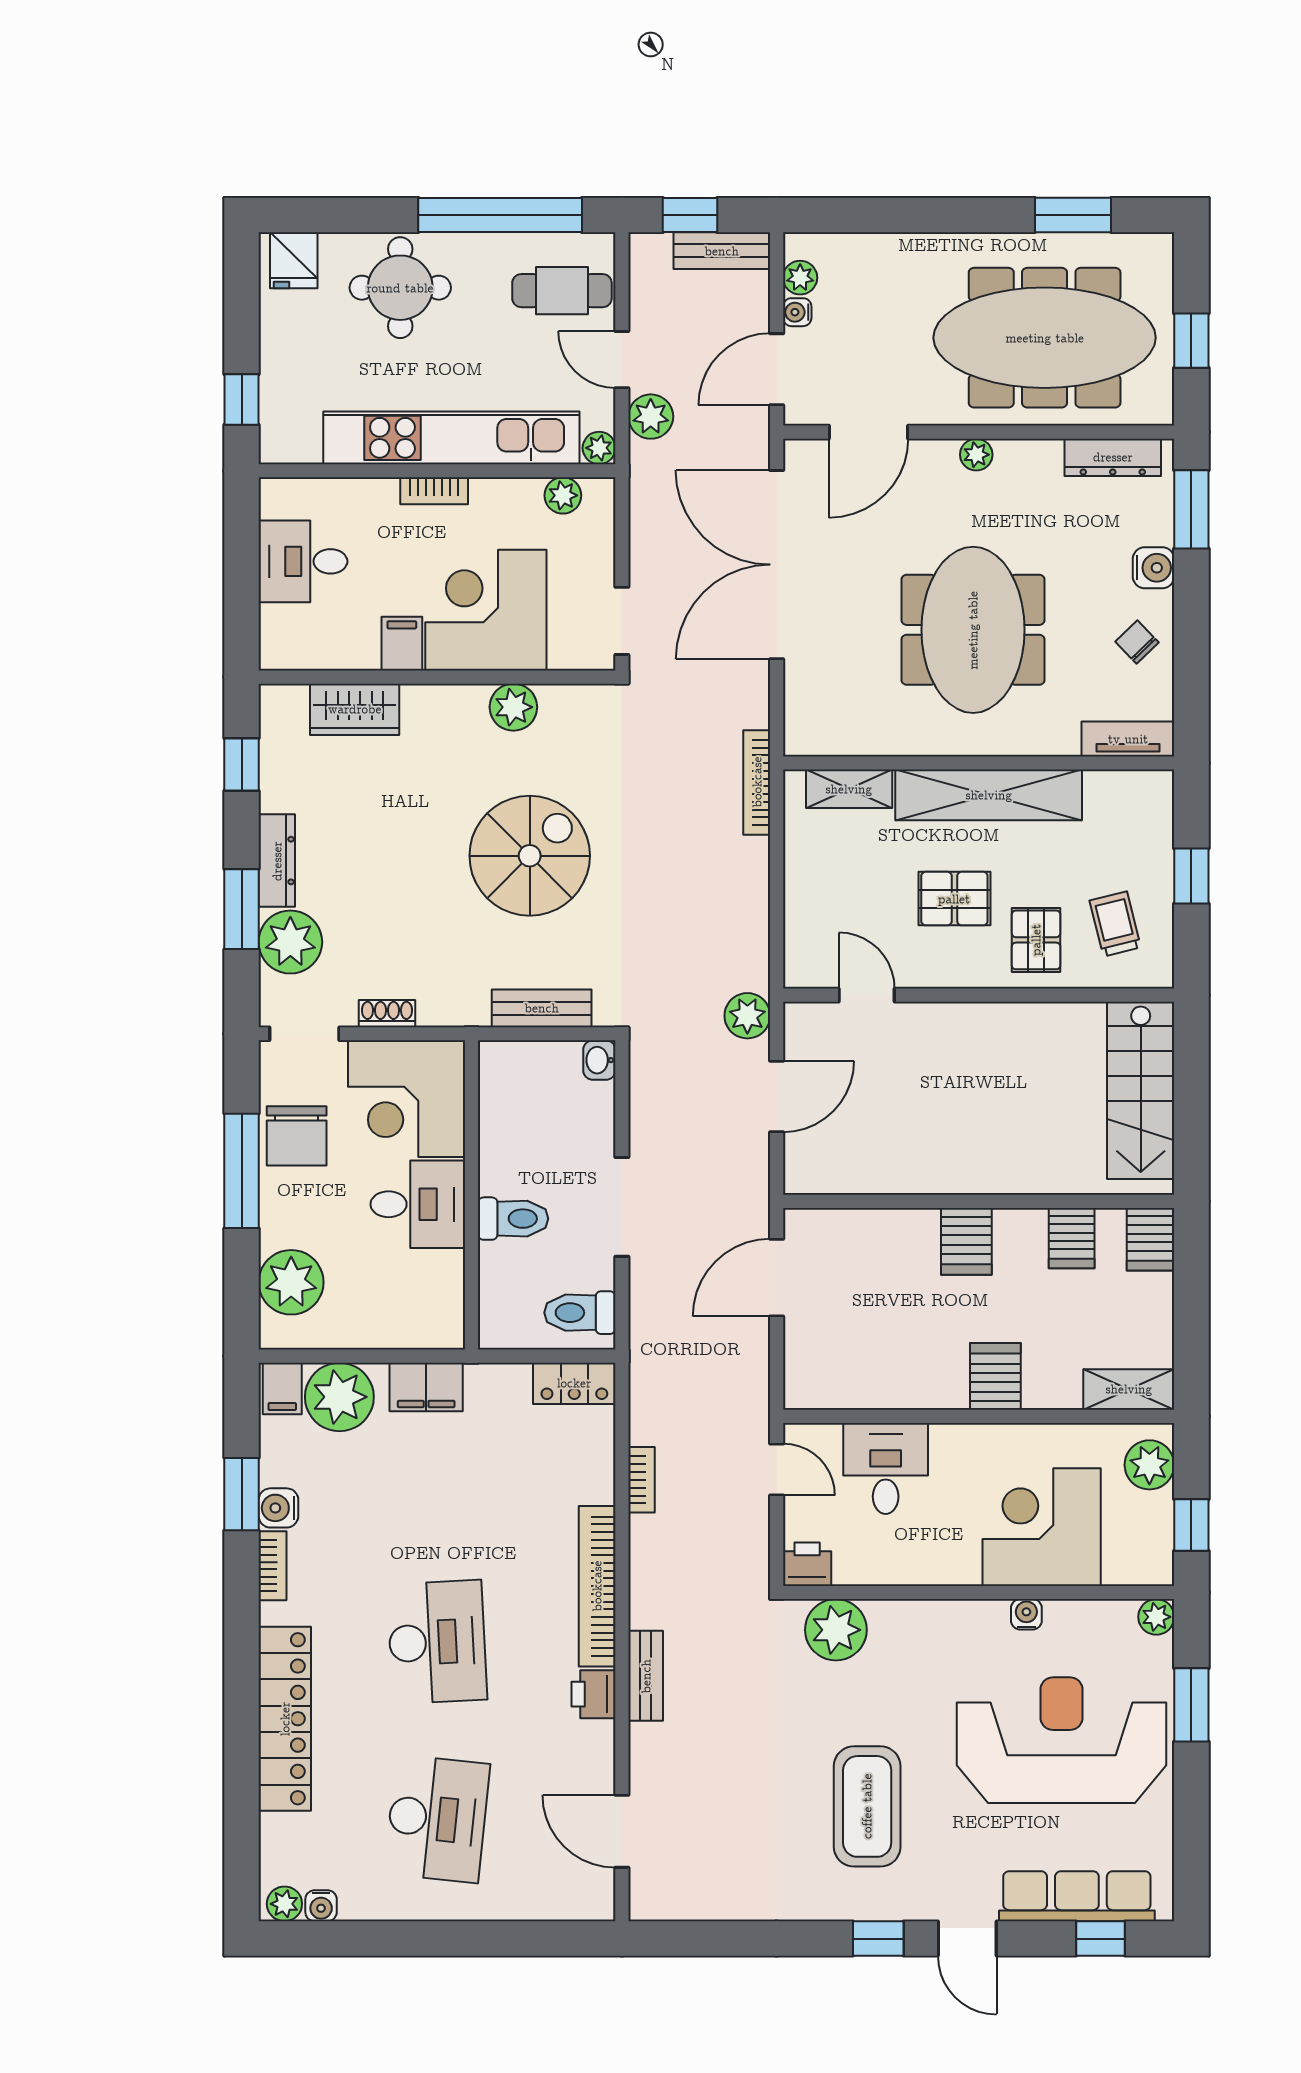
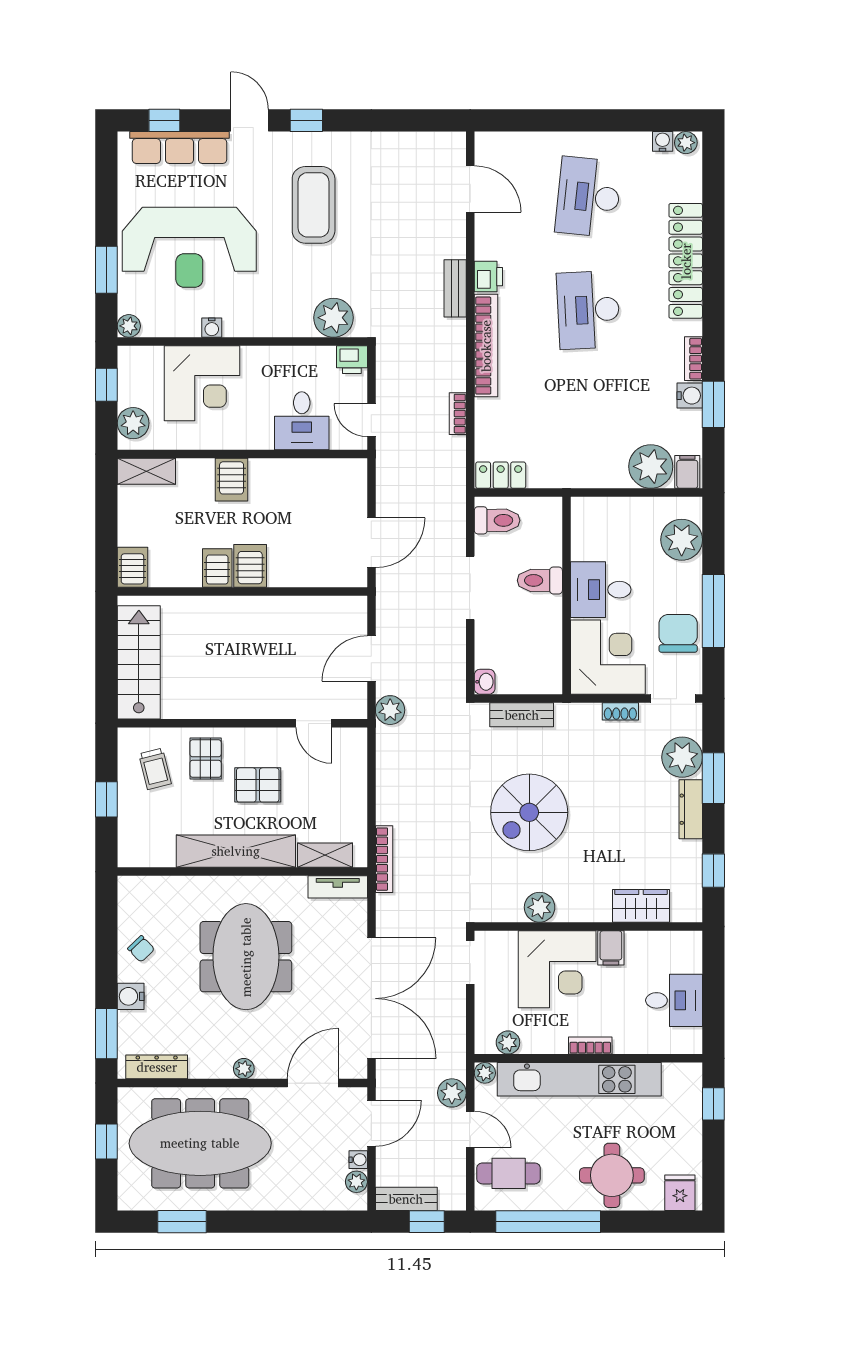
tv unit: (1128, 739) -> (338, 887), moved
server rack: (1072, 1238) -> (217, 568), moved
filing cabinet: (426, 1387) -> (595, 473), removed

